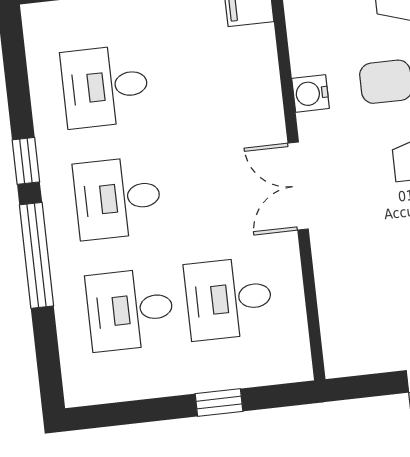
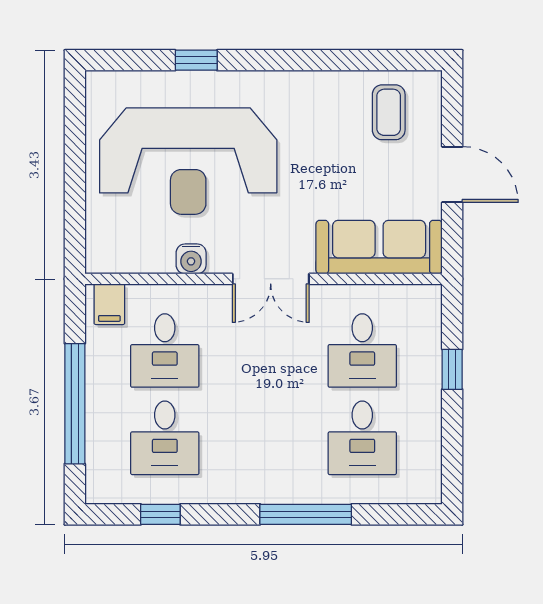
window: (26, 161) -> (160, 514), moved
desk: (118, 198) -> (165, 351), moved
sofa: (348, 304) -> (379, 247), added

